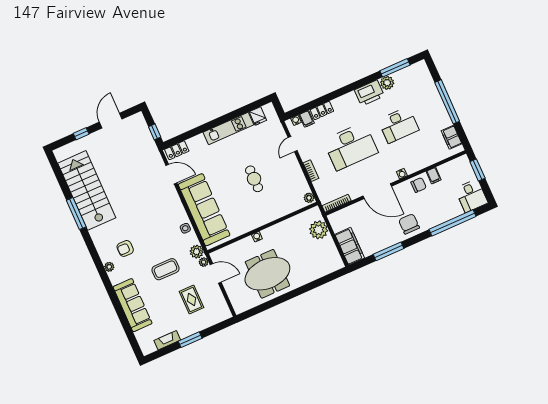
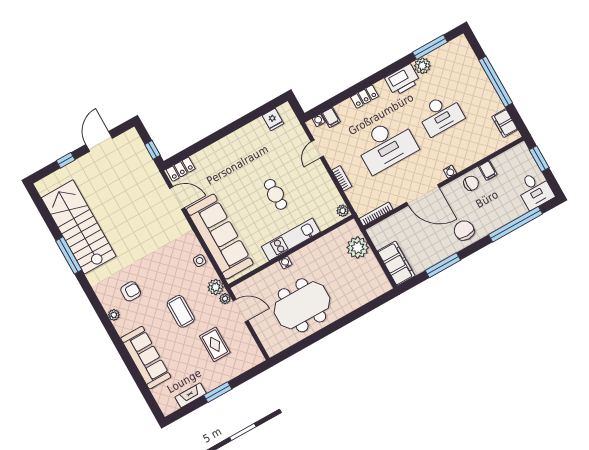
locker: (322, 110) -> (365, 97), moved
kitchen unit: (228, 129) -> (291, 239), moved, turned 180
armchair: (125, 248) -> (131, 291), turned 180
coffee table: (165, 269) -> (181, 311), turned 90

